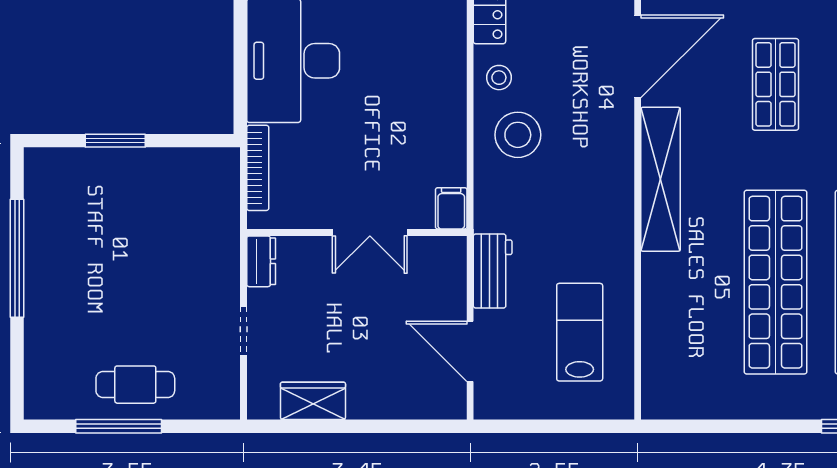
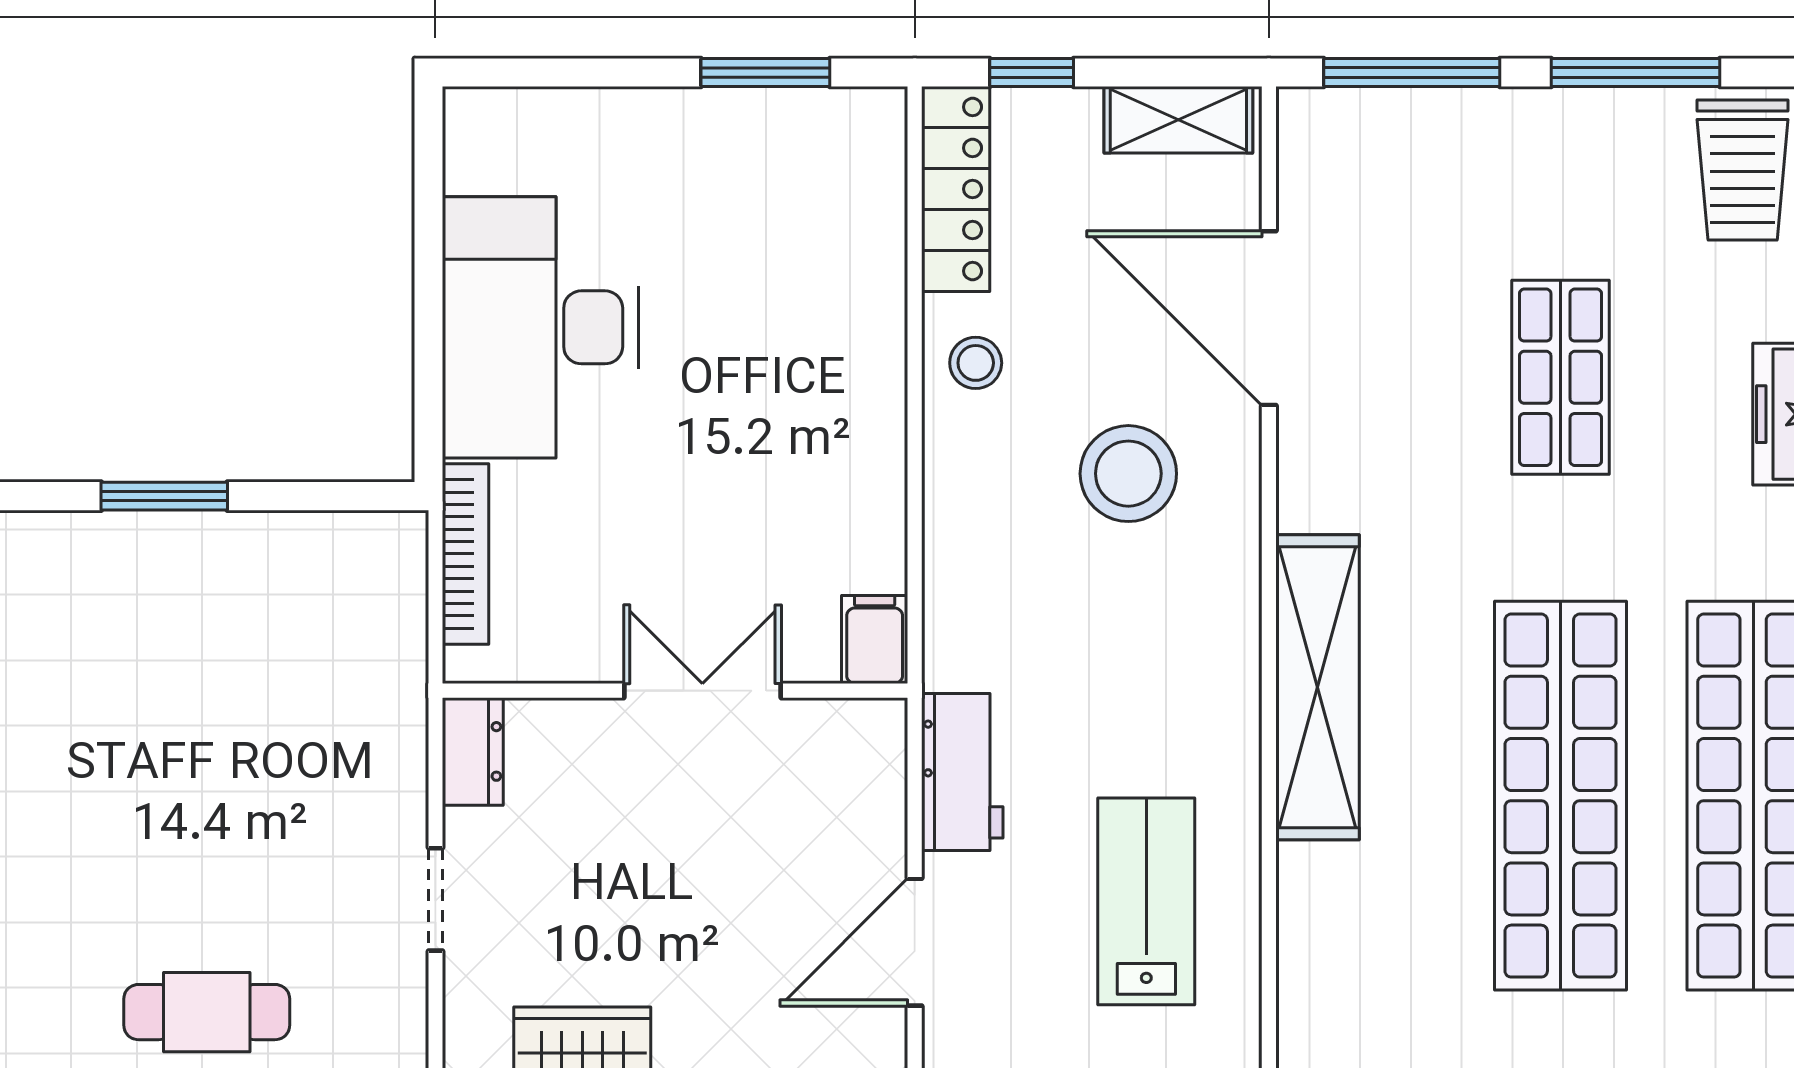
door: (638, 56) -> (1269, 318), swing flipped
stool: (518, 135) -> (1128, 474), moved
shelving: (661, 179) -> (1317, 687), moved
double door: (370, 233) -> (702, 691), swing flipped
door: (470, 351) -> (915, 942), hinge flipped

